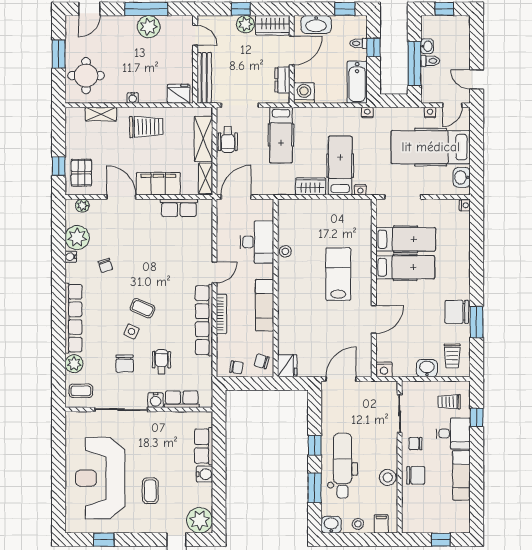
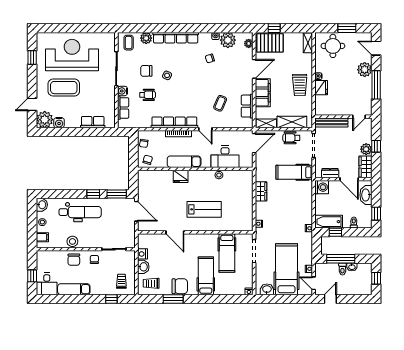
plant: (149, 27) -> (365, 70), moved
window: (374, 47) -> (335, 232), moved
fridge: (179, 94) -> (321, 88), moved
shelving: (101, 114) -> (308, 43), moved
hospital bed: (340, 166) -> (275, 211), removed
pallet: (81, 173) -> (270, 43), width x1.50, depth x1.42
door: (236, 197) -> (254, 143), hinge flipped
hospital bed: (405, 267) -> (206, 276), moved, turned 180
coffee table: (142, 308) -> (220, 103), moved
chair: (457, 312) -> (180, 286), turned 90
fridge: (287, 366) -> (181, 176), moved
nightstand: (384, 369) -> (142, 254), moved
desk: (453, 434) -> (47, 284), moved
water cooler: (204, 474) -> (59, 123), moved
window: (315, 488) -> (117, 194), moved
coffee table: (150, 491) -> (64, 88), width x1.86, depth x1.72

